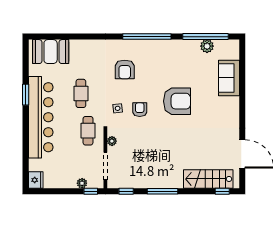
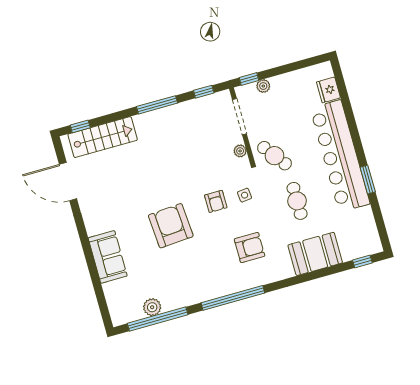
window: (46, 37) -> (362, 262), added
booth: (51, 52) -> (315, 254), moved
armchair: (125, 69) -> (250, 248), turned 90
sofa: (229, 78) -> (108, 257), moved
armchair: (177, 101) -> (171, 226), turned 86
cafe table: (88, 131) -> (274, 156), turned -37
fridge: (36, 180) -> (328, 90), moved

